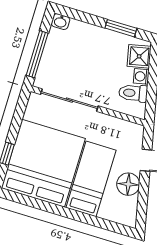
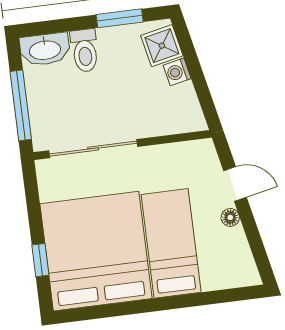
washbasin: (60, 22) -> (45, 49), width x1.91, depth x1.45
toilet: (133, 93) -> (85, 51), moved, turned -78
floor lamp: (128, 184) -> (230, 217), width x0.53, depth x0.53

